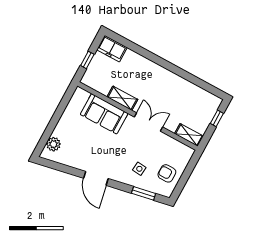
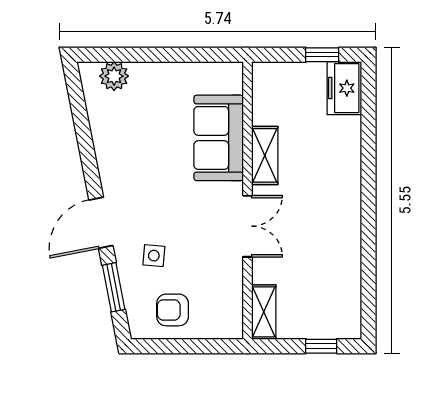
window: (87, 60) -> (322, 55), moved
armchair: (167, 173) -> (173, 310), turned -90
door: (96, 178) -> (101, 223), moved

